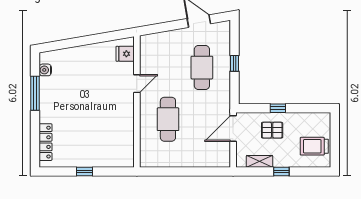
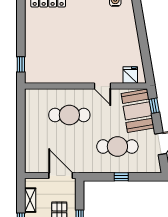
window: (158, 28) -> (154, 106), added
booth: (164, 46) -> (138, 111), added
window: (85, 171) -> (21, 64), moved

